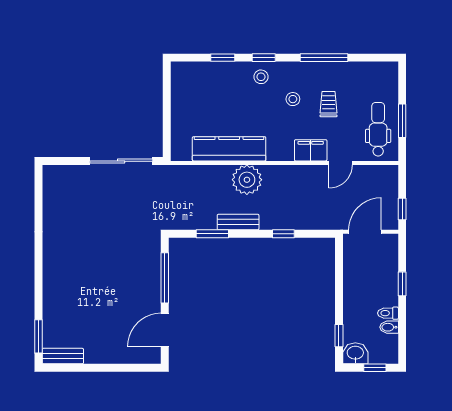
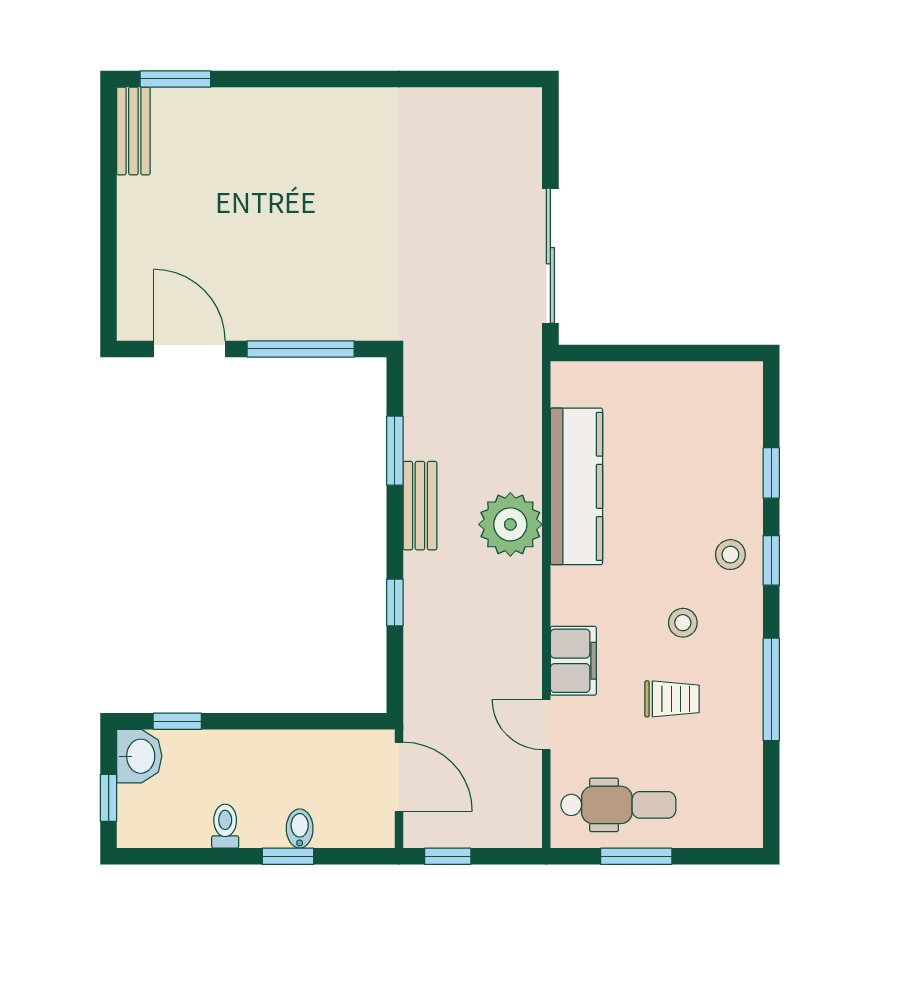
bidet: (389, 327) -> (300, 828), moved

